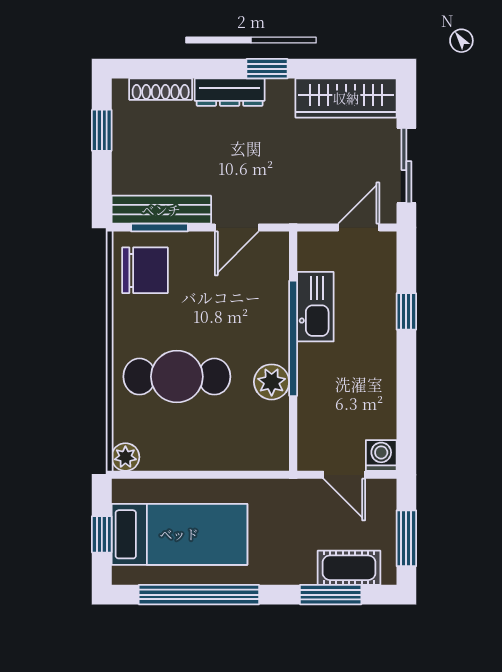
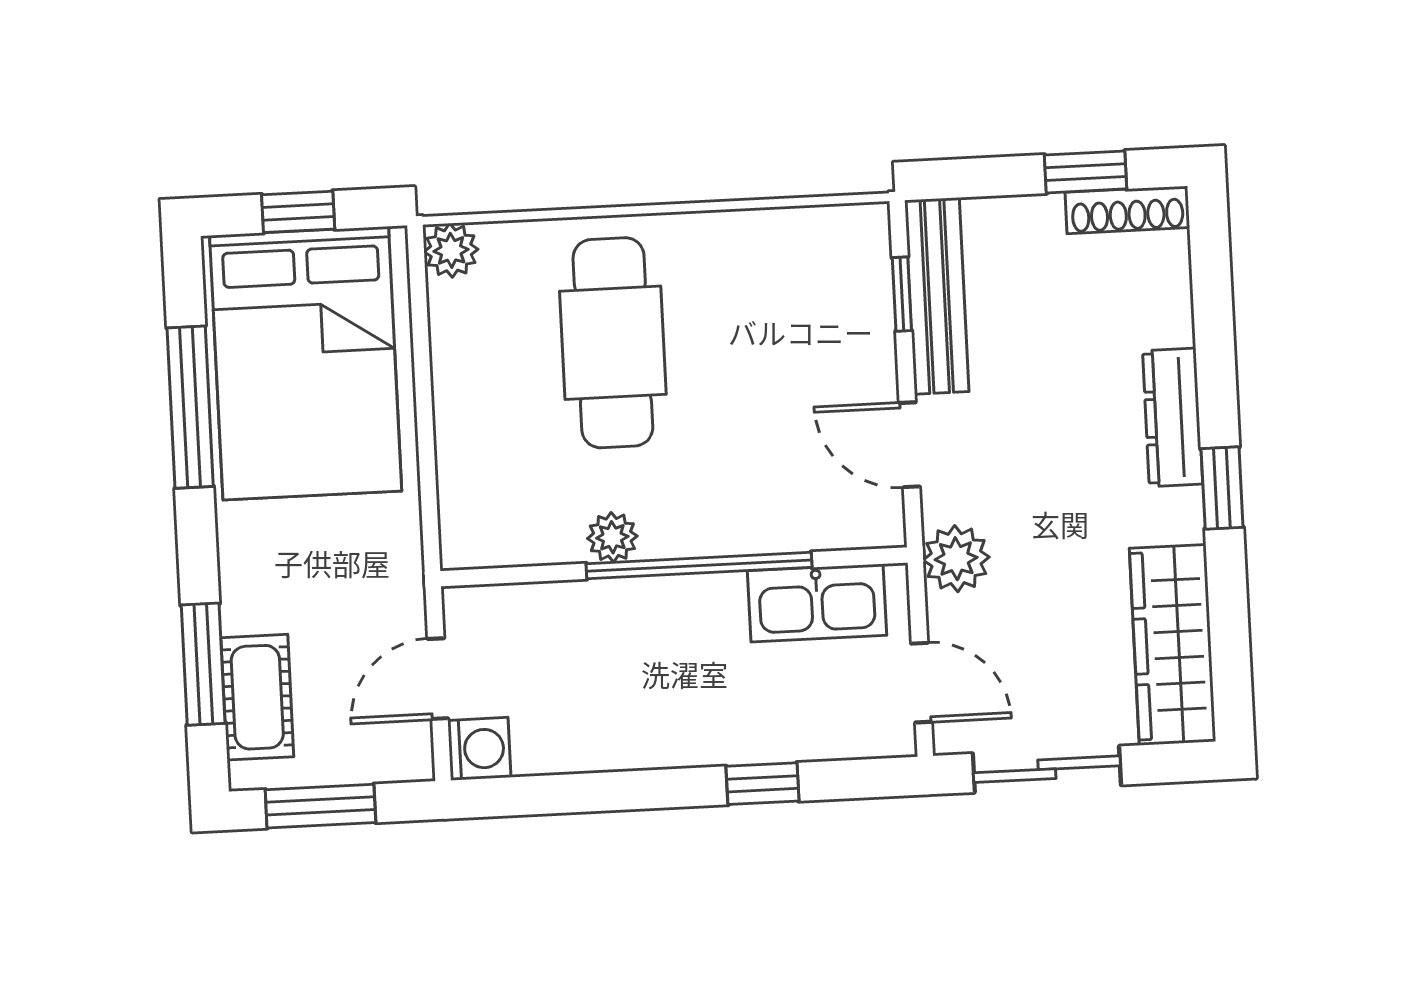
shoe rack: (161, 89) -> (1127, 210), moved, turned -90
plant: (296, 207) -> (956, 559), added
window: (159, 227) -> (902, 294), width x0.67
chair: (145, 270) -> (817, 270), removed
kitchen sink: (315, 307) -> (817, 603), moved
plant: (272, 382) -> (612, 537), width x0.73, depth x0.73
bed: (179, 534) -> (306, 363), width x1.50
window: (199, 595) -> (190, 407), width x0.68

